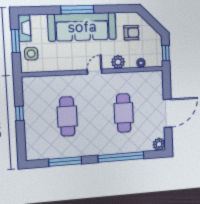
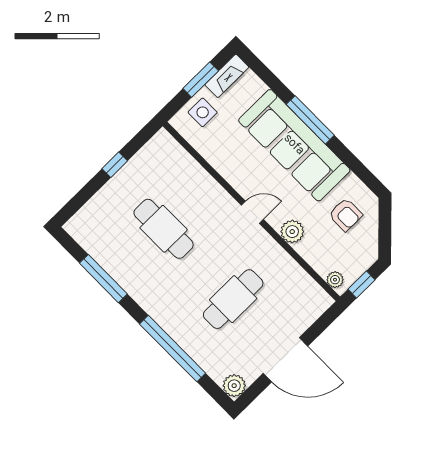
plant: (141, 63) -> (335, 280), moved
cafe table: (67, 116) -> (164, 229), turned 90

